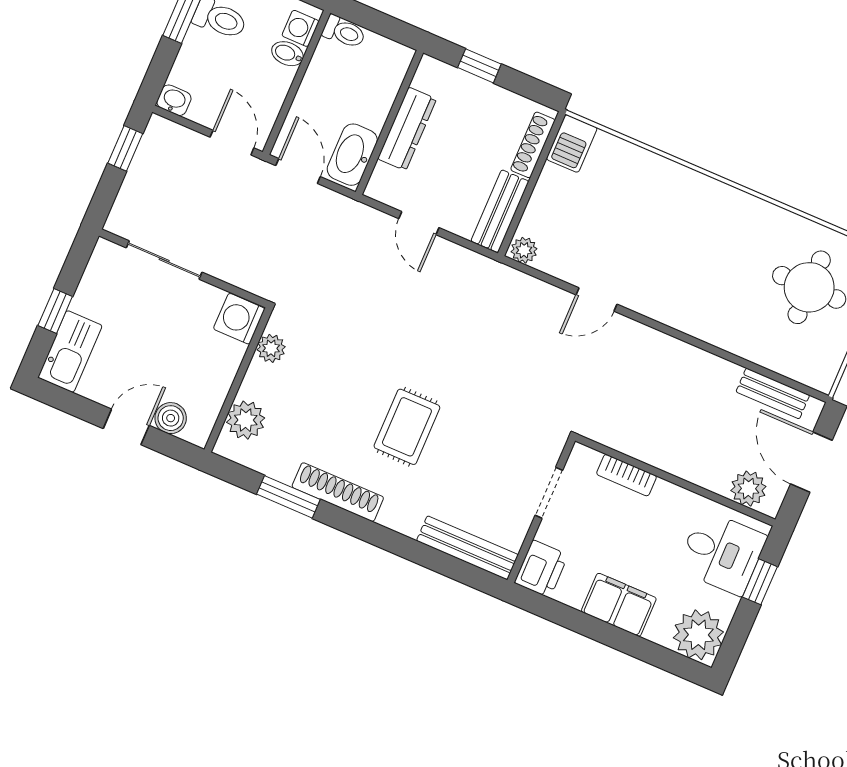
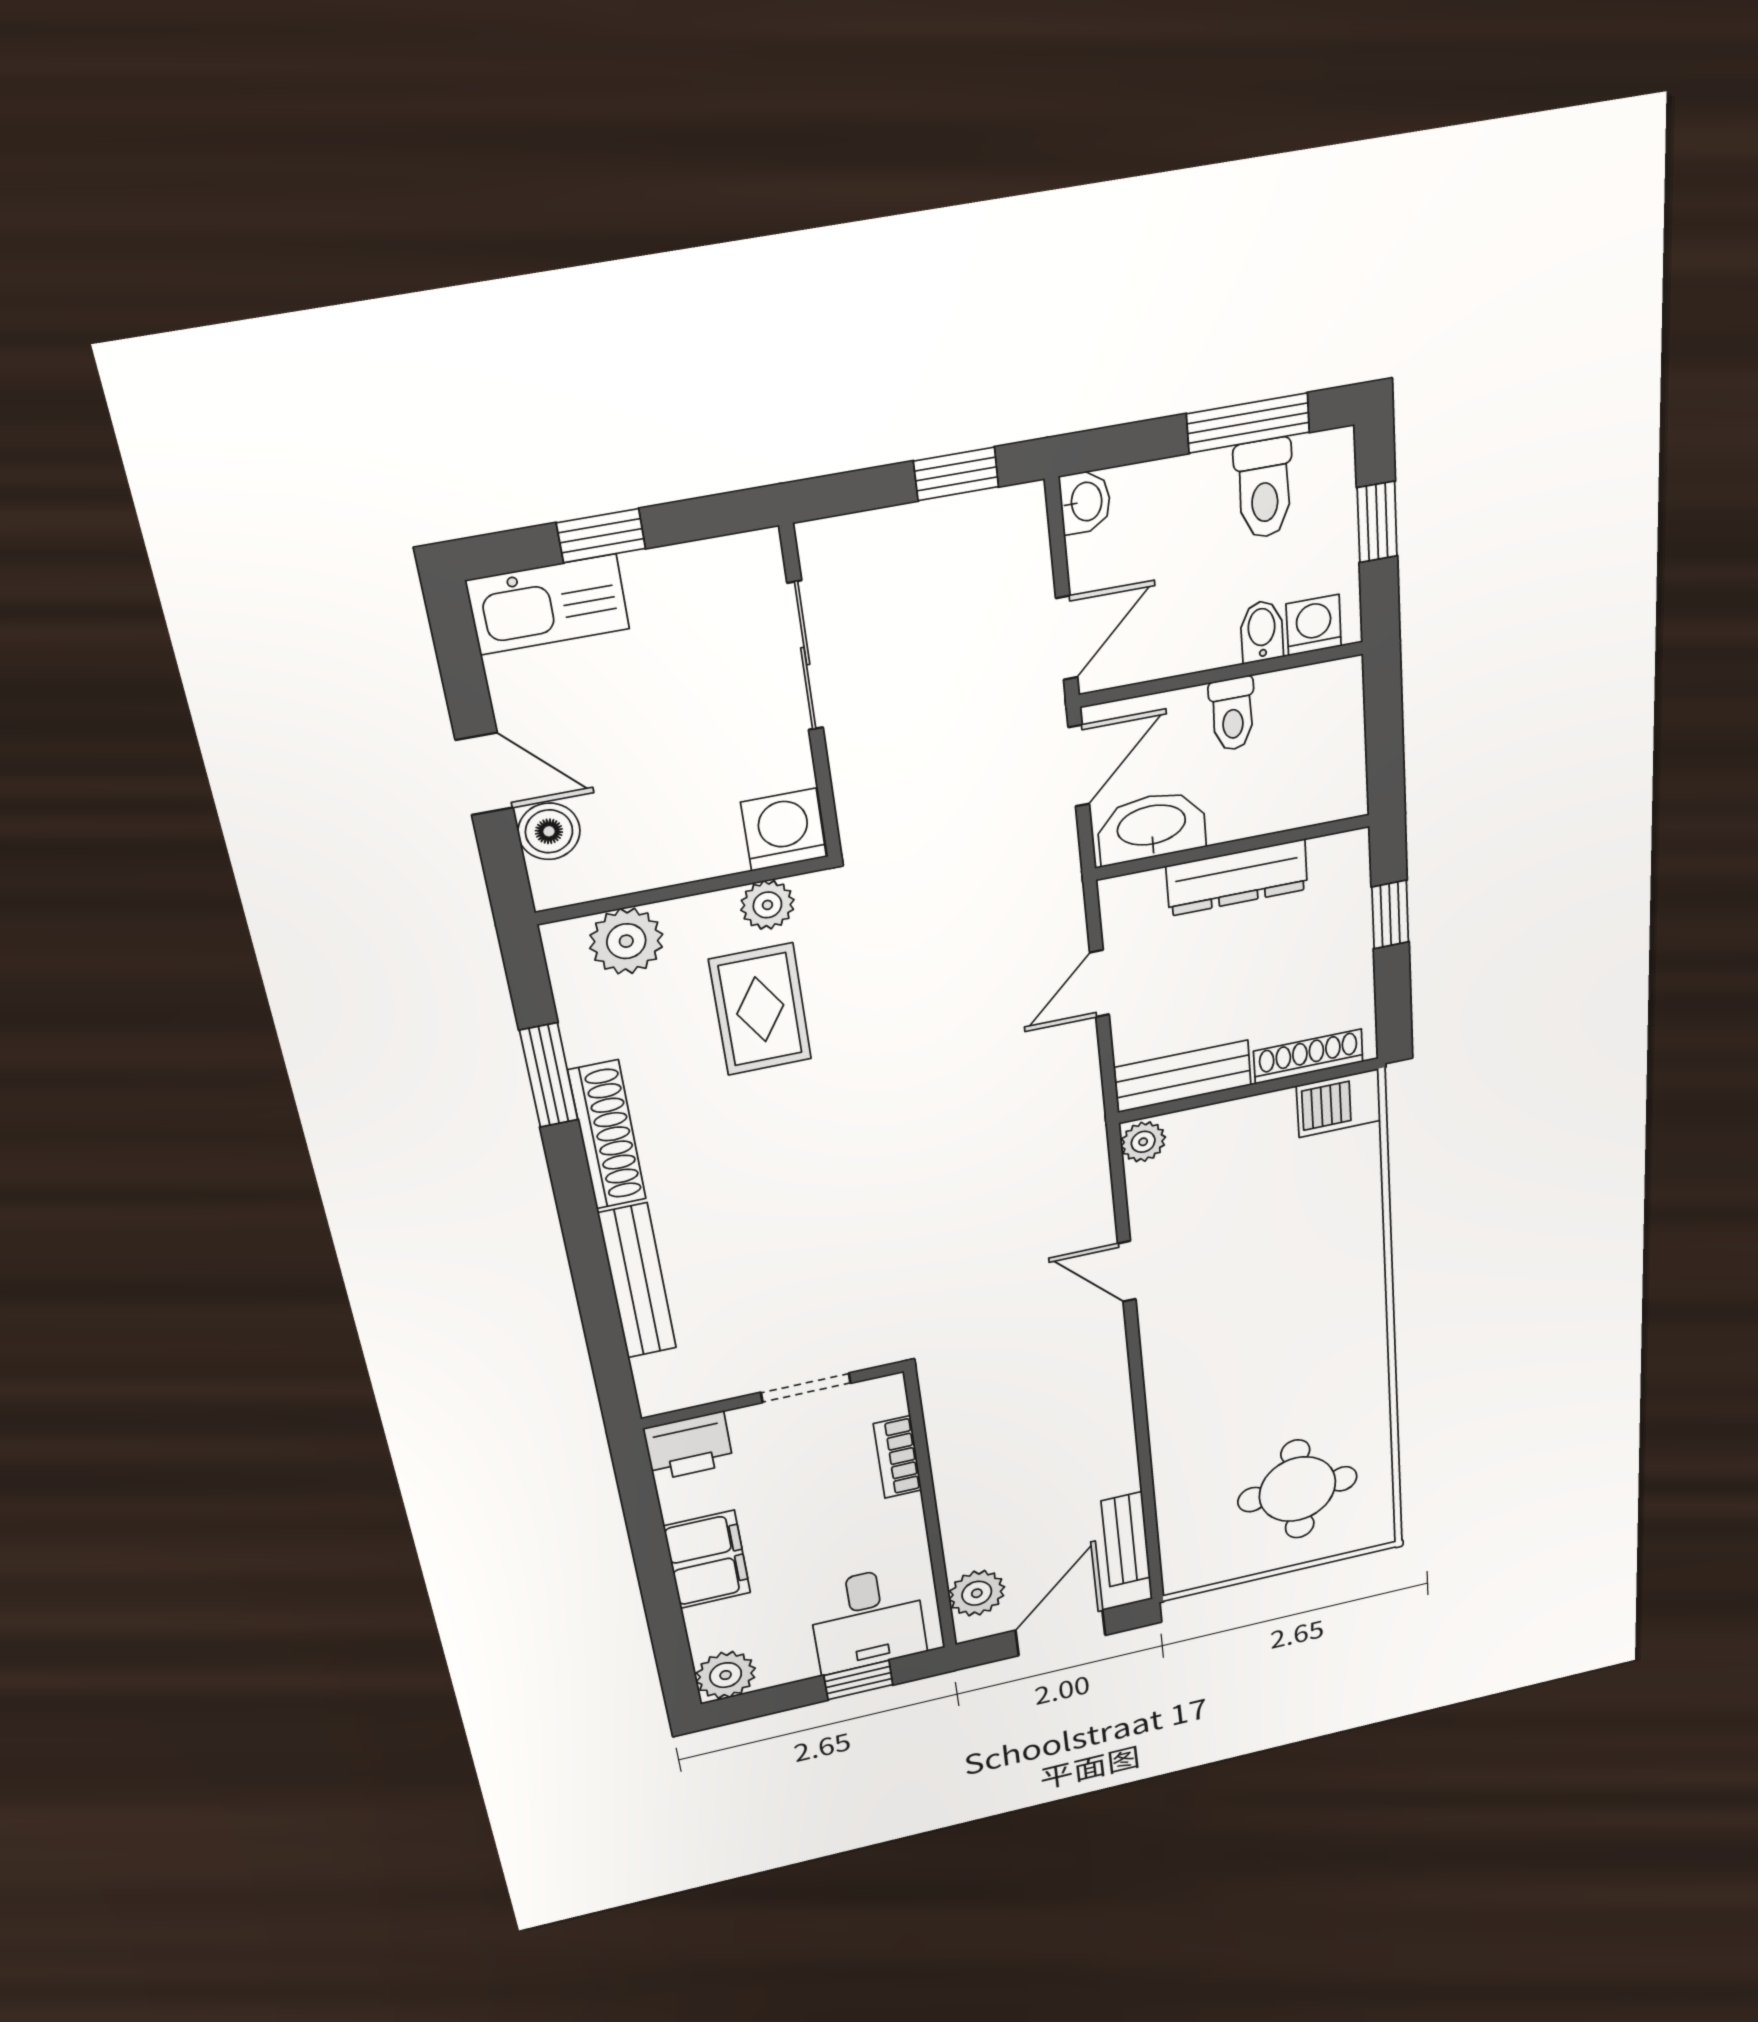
toilet: (344, 32) -> (1232, 714), moved
rug: (407, 427) -> (760, 1009), moved, turned 90
bench: (467, 548) -> (637, 1281), moved
plant: (698, 635) -> (726, 1675), width x0.73, depth x0.73

